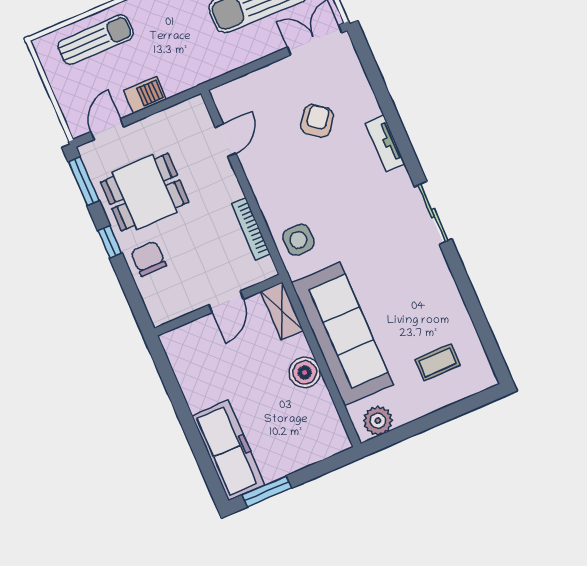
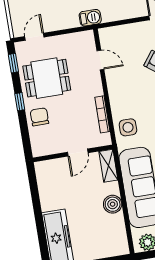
barbecue: (145, 95) -> (90, 18), moved
door: (226, 140) -> (100, 60), hinge flipped
window: (84, 181) -> (13, 63), width x0.67

